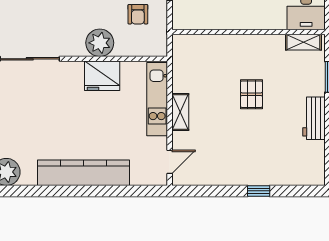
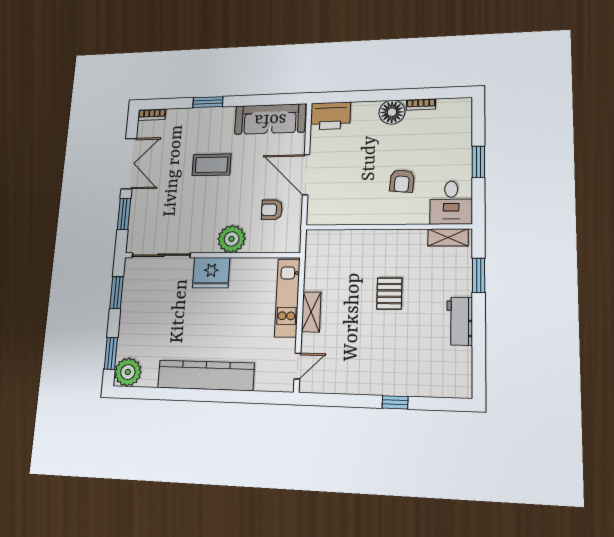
armchair: (138, 14) -> (272, 210), turned 90
fridge: (102, 76) -> (211, 273), moved

